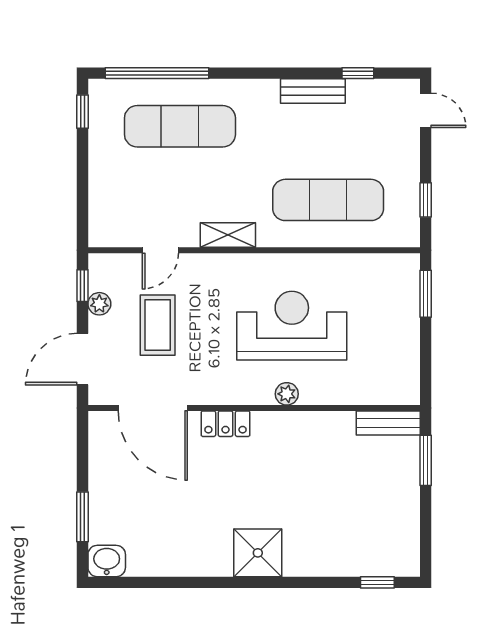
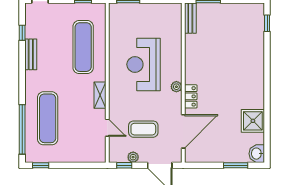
plant: (287, 394) -> (176, 87), moved
shower: (258, 553) -> (253, 121), moved

